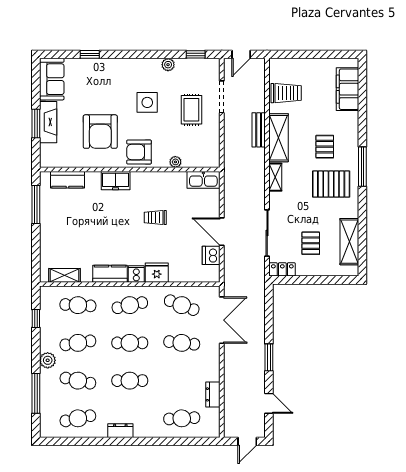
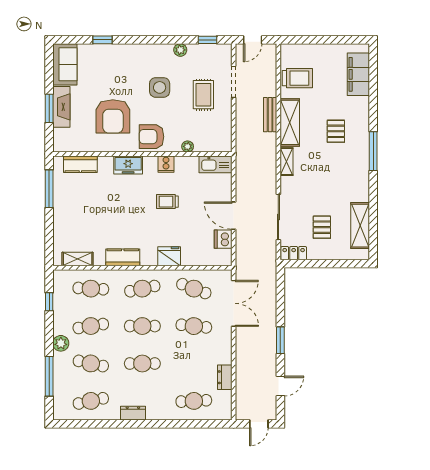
pallet: (331, 184) -> (342, 168), removed
cooker: (136, 274) -> (166, 164), moved, turned 180
door: (269, 403) -> (280, 386), hinge flipped

